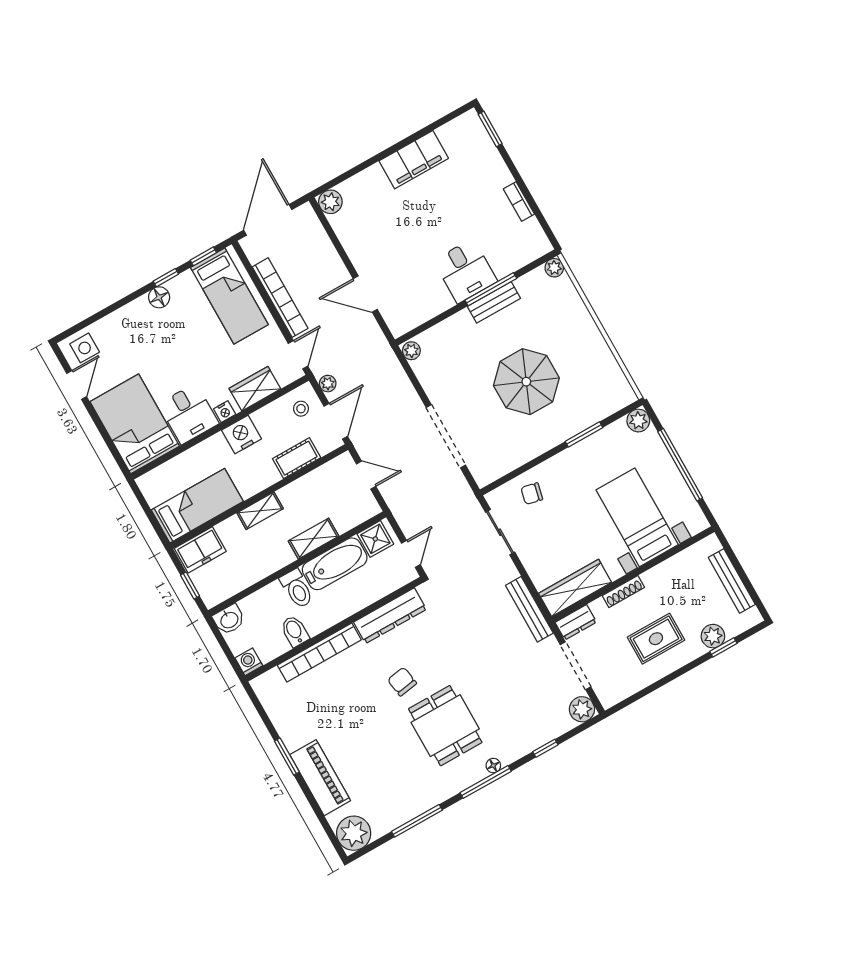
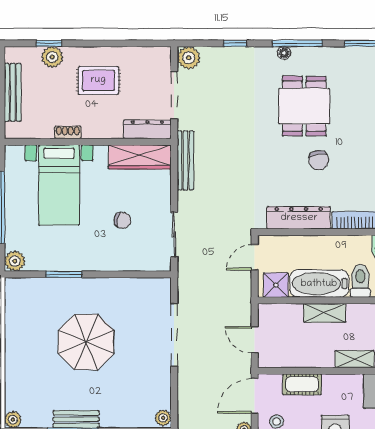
chair: (532, 494) -> (123, 220), moved
shoe rack: (623, 592) -> (68, 132), moved, width x0.70
dresser: (576, 622) -> (147, 129), width x1.44

